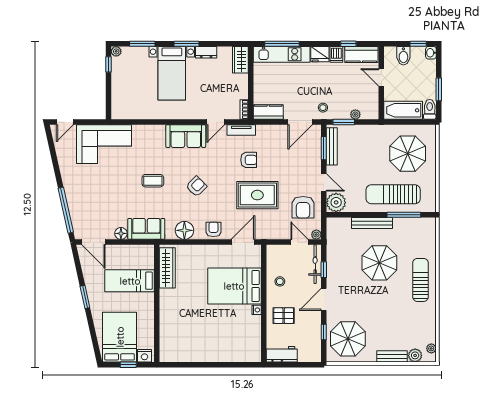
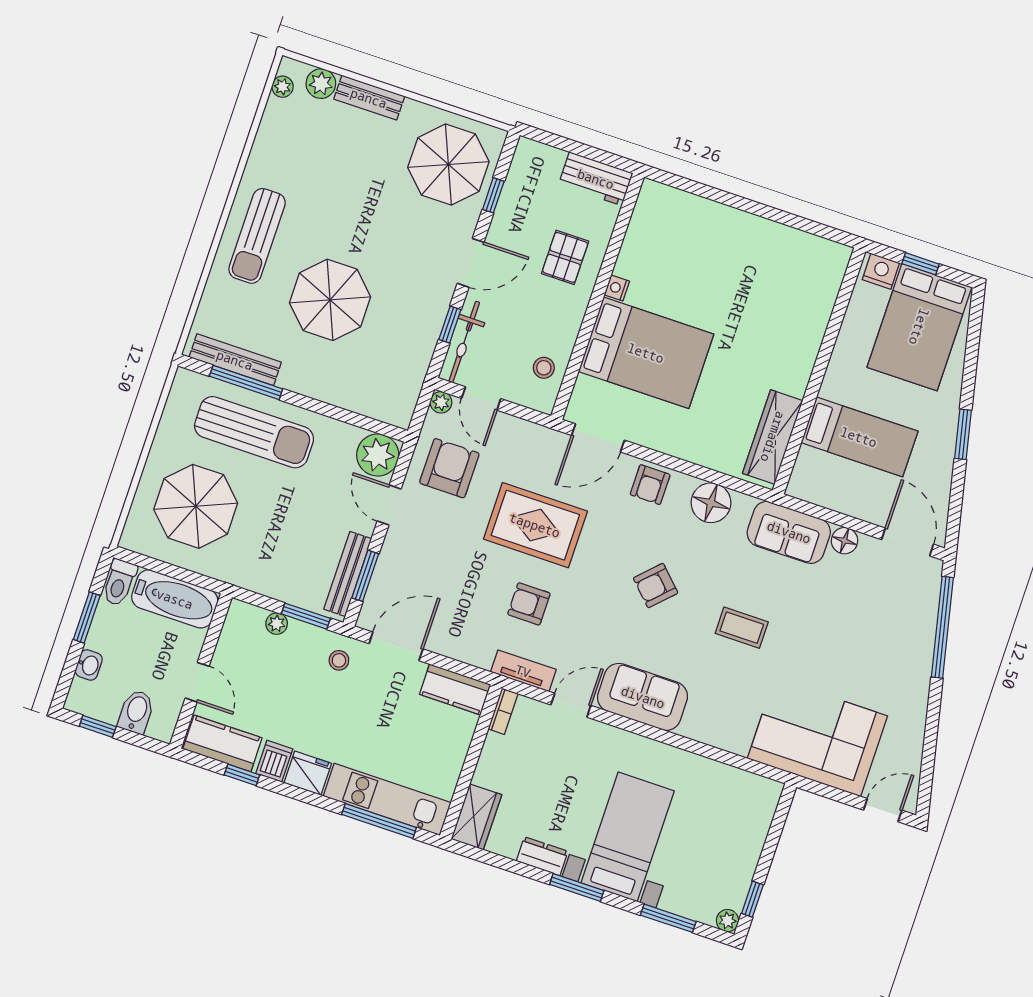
washbasin: (431, 53) -> (89, 665), moved
bench: (372, 223) -> (235, 360), moved
stool: (280, 281) -> (544, 368), moved
pallet: (284, 316) -> (565, 257), turned 90

